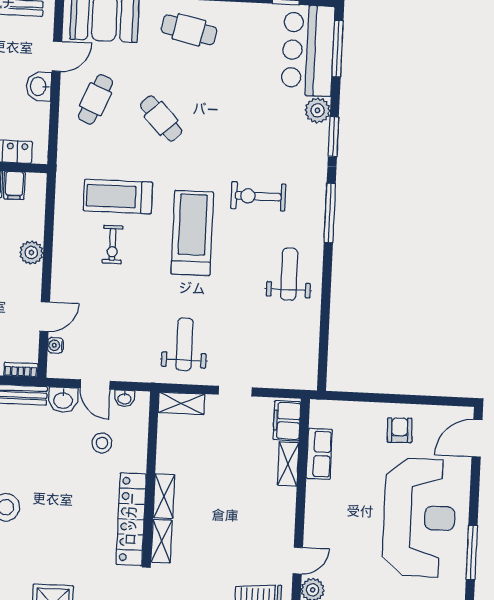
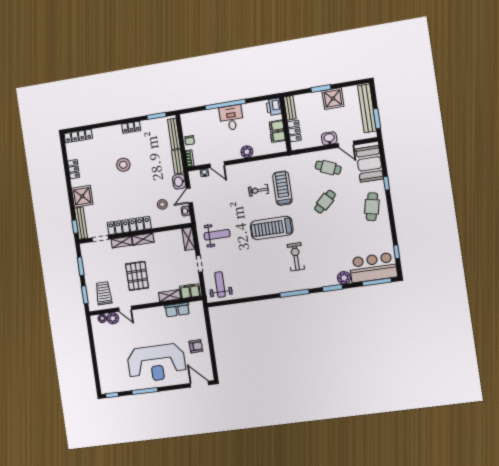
treadmill: (192, 233) -> (272, 228), turned 180
weight bench: (289, 274) -> (220, 284), moved, turned -90
pallet: (236, 523) -> (137, 276), added

